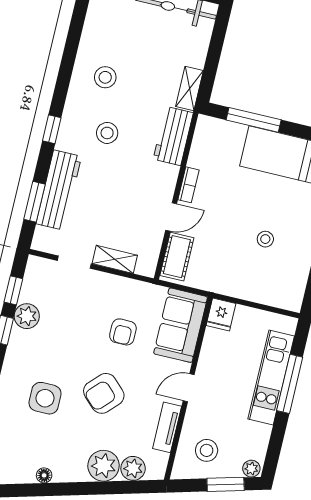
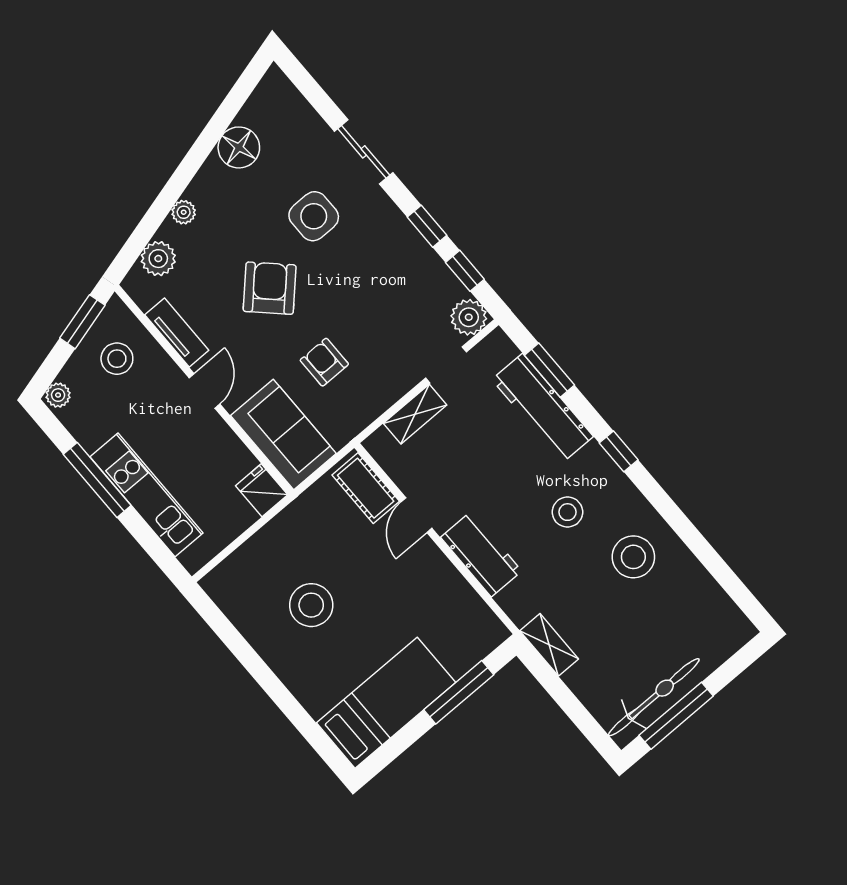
stool: (105, 77) -> (633, 557), width x1.38, depth x1.38
workbench: (173, 136) -> (481, 554), moved
bookcase: (189, 185) -> (439, 562), removed
stool: (265, 239) -> (311, 605), width x1.89, depth x1.89
plant: (27, 316) -> (469, 317), moved
window: (290, 384) -> (97, 480), moved
plant: (103, 466) -> (184, 212), width x0.53, depth x0.53
floor lamp: (44, 475) -> (239, 147), width x1.89, depth x1.89
window: (226, 484) -> (82, 322), moved

